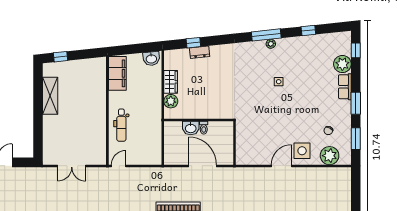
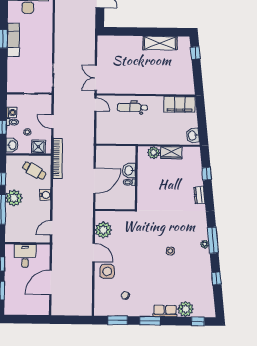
dresser: (200, 52) -> (199, 195), moved
plant: (330, 156) -> (103, 230), moved
double door: (72, 166) -> (96, 78), moved

